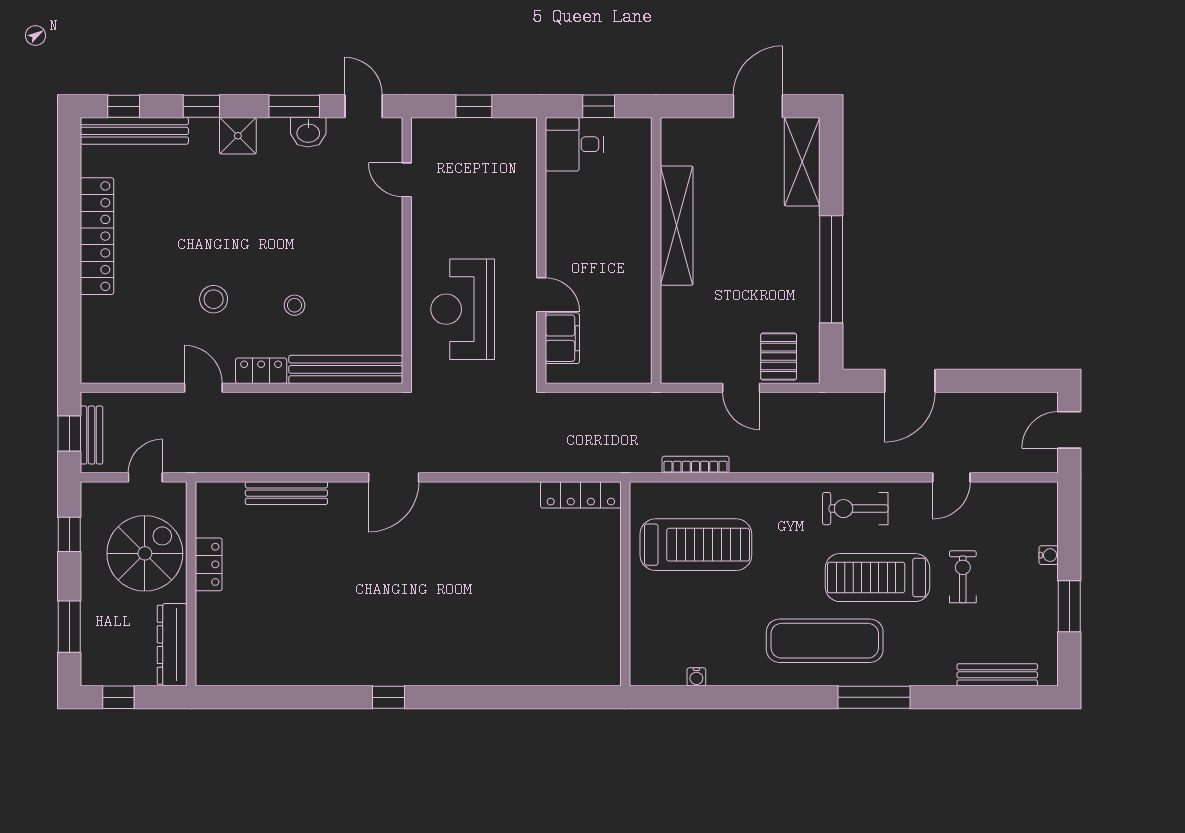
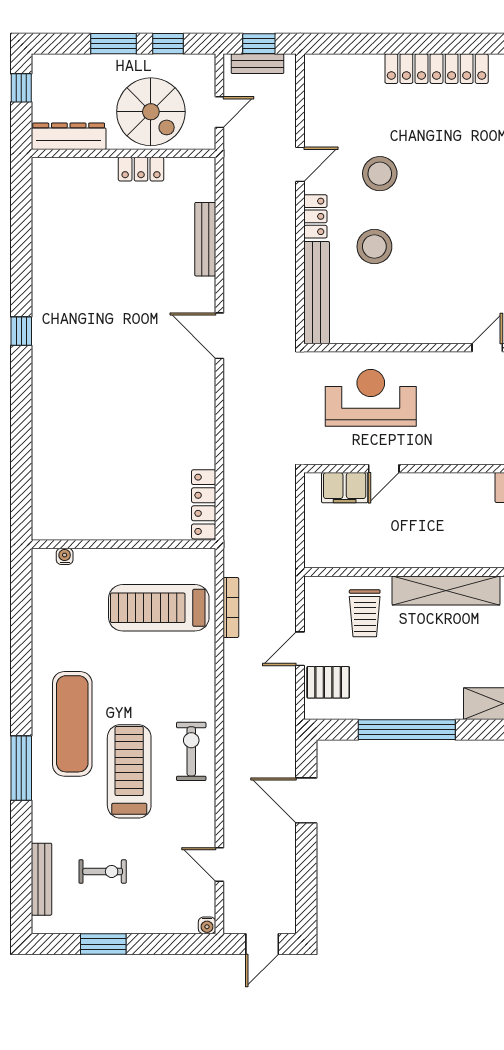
stool: (214, 299) -> (380, 174), width x1.38, depth x1.38
stool: (295, 305) -> (374, 247), width x1.89, depth x1.89
trolley: (702, 316) -> (365, 613), added
door: (1069, 430) -> (262, 944), swing flipped
door: (145, 477) -> (219, 112), hinge flipped
door: (951, 477) -> (219, 865), moved
treadmill: (696, 545) -> (159, 608), turned 90
water cooler: (1049, 555) -> (207, 925), moved
exercise bike: (963, 577) -> (103, 871), moved
window: (69, 627) -> (113, 44), moved
water cooler: (696, 677) -> (65, 556), moved, turned 90

